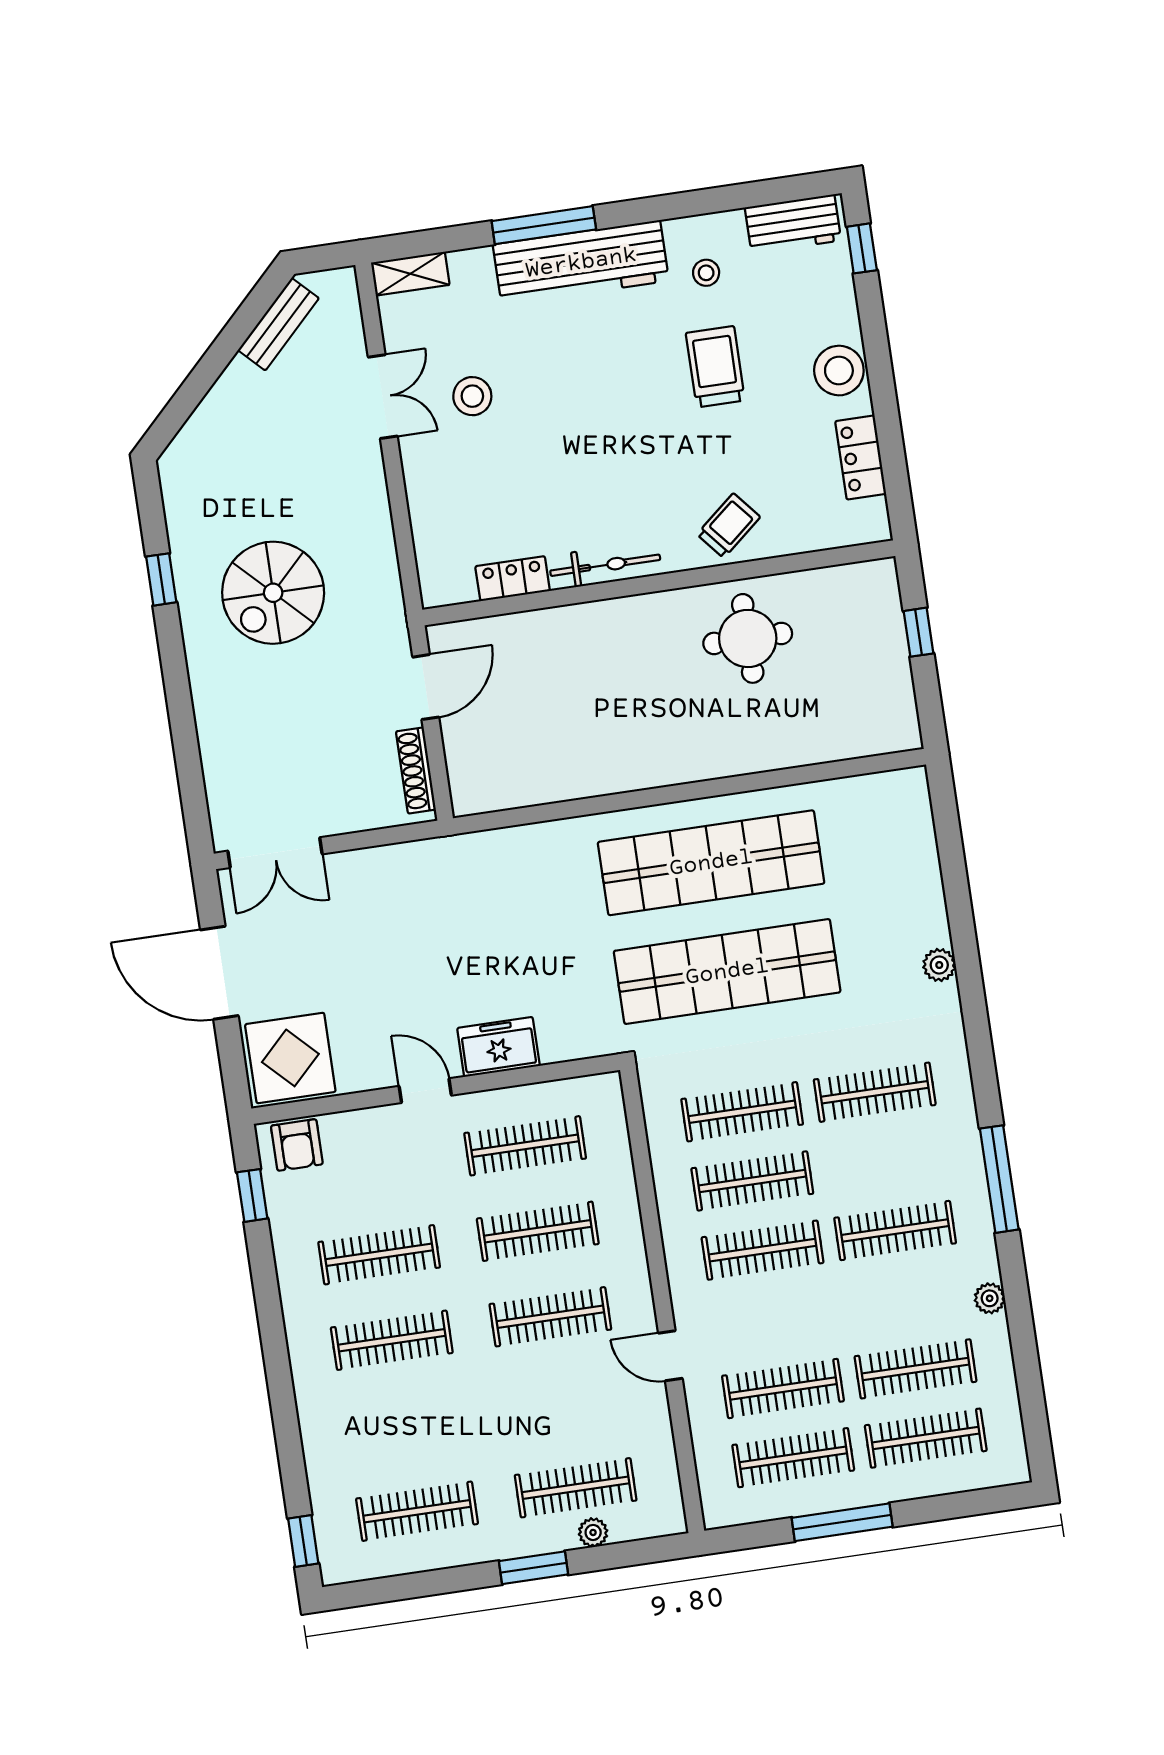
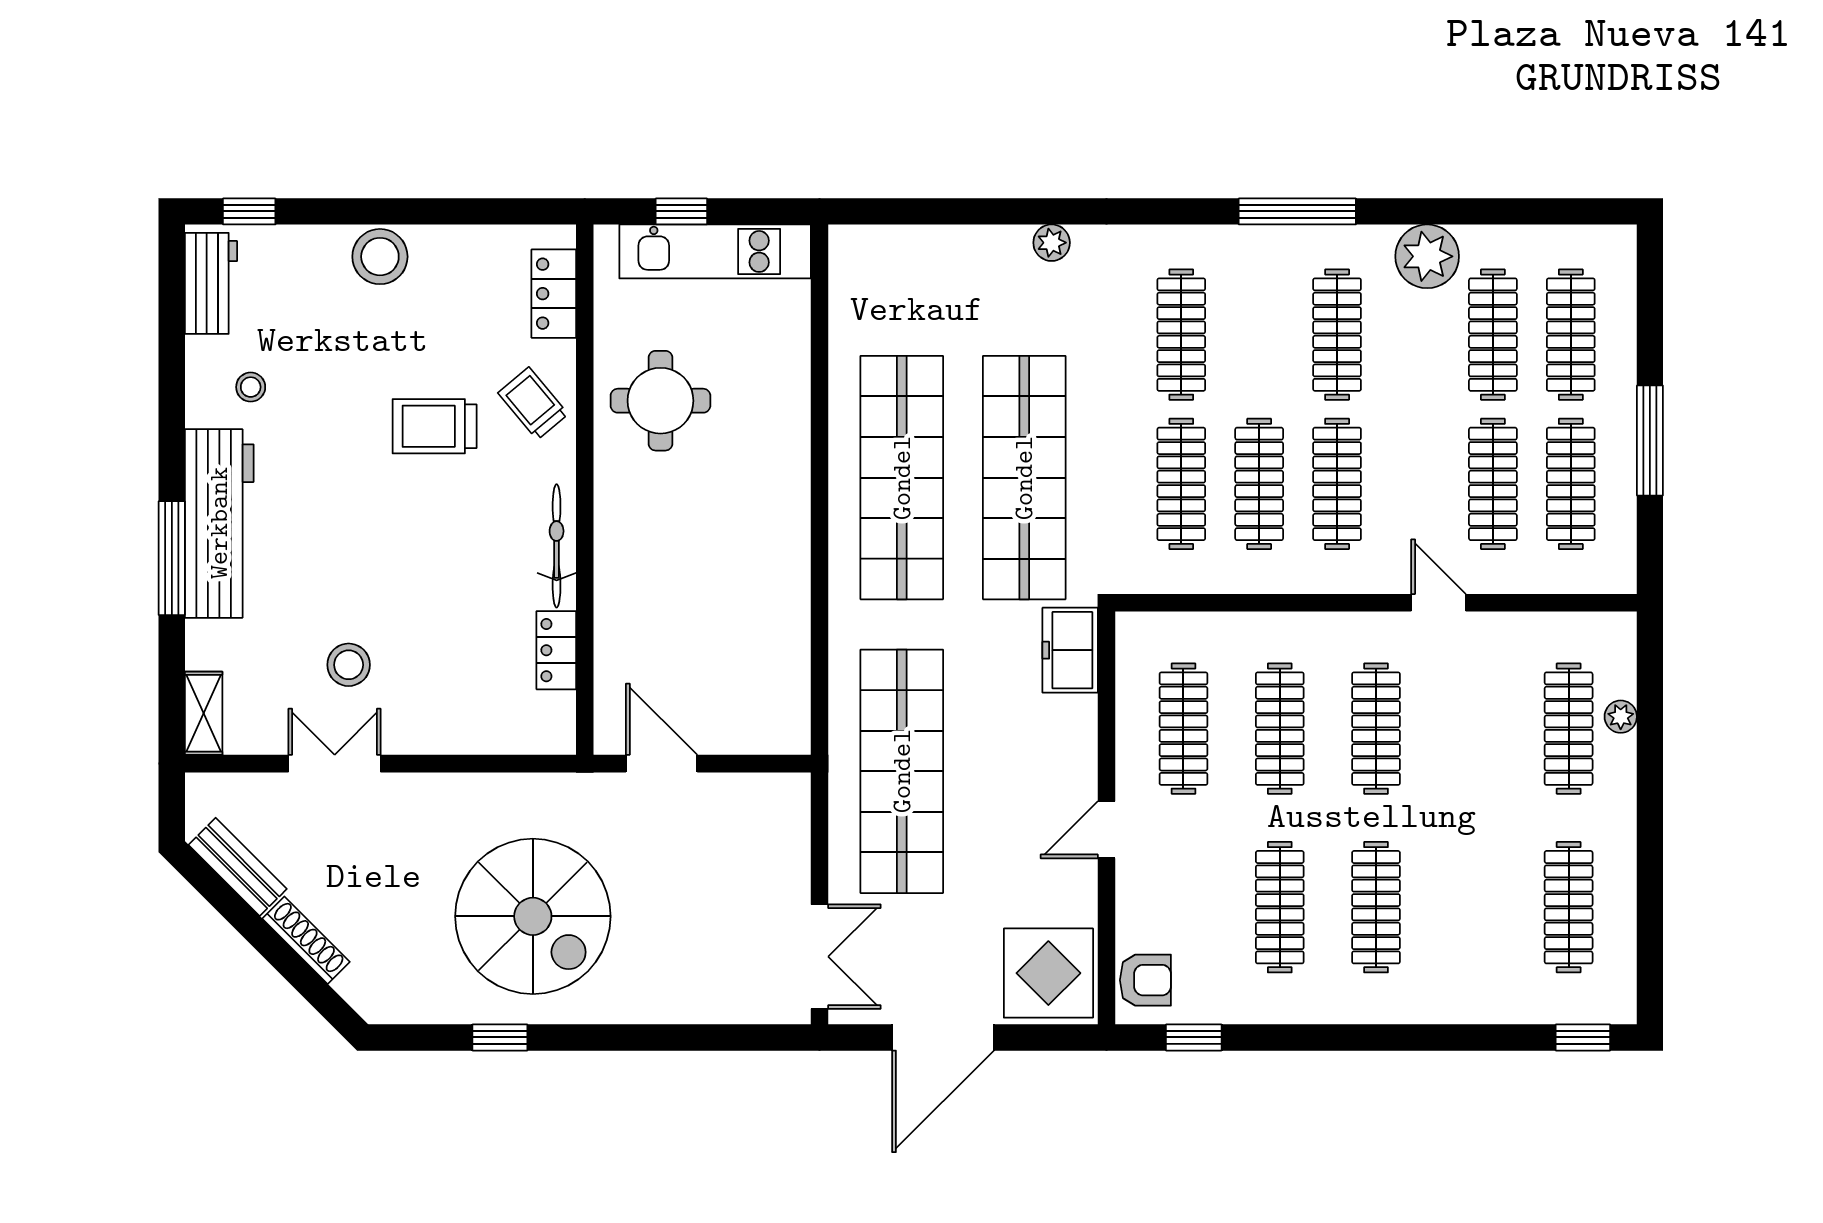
trolley: (715, 367) -> (435, 426), moved
locker: (861, 457) -> (554, 294), moved, turned 90
spiral stairs: (273, 593) -> (533, 916), width x1.37, depth x1.37
kitchen unit: (887, 667) -> (715, 251), added
shoe rack: (416, 770) -> (306, 940), moved, turned -135
shop shelf: (450, 901) -> (902, 771), added
freezer: (498, 1047) -> (1070, 650), moved
plant: (990, 1298) -> (1427, 256), width x1.87, depth x1.87
door: (670, 1356) -> (1438, 603), swing flipped
window: (533, 1568) -> (1650, 788), removed

